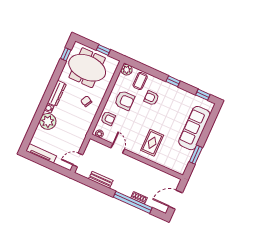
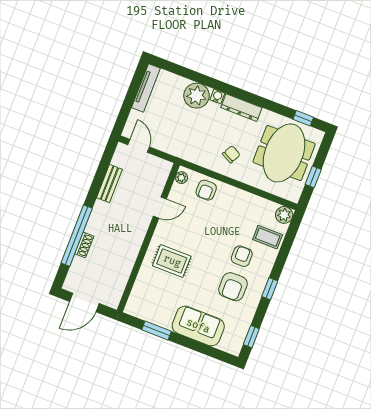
armchair: (125, 100) -> (233, 287), moved
sofa: (194, 128) -> (198, 326), width x0.73
door: (176, 200) -> (84, 302), swing flipped

